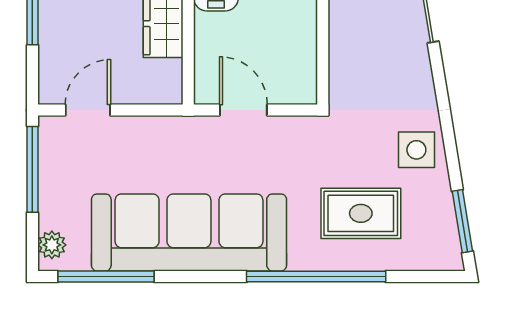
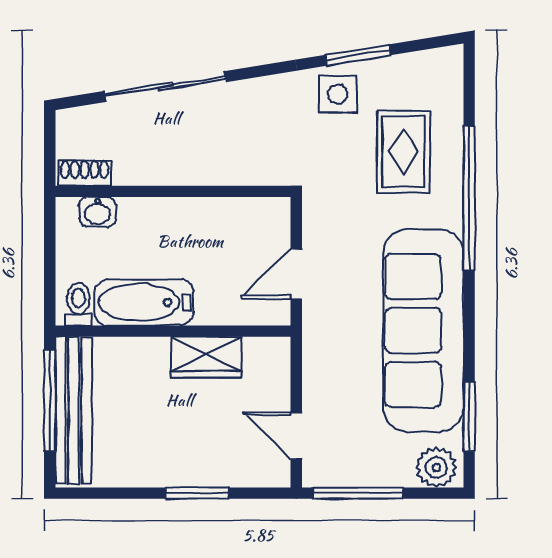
window: (462, 221) -> (358, 55), moved
plant: (52, 245) -> (436, 467), width x1.38, depth x1.38
window: (106, 276) -> (469, 417), width x0.69

